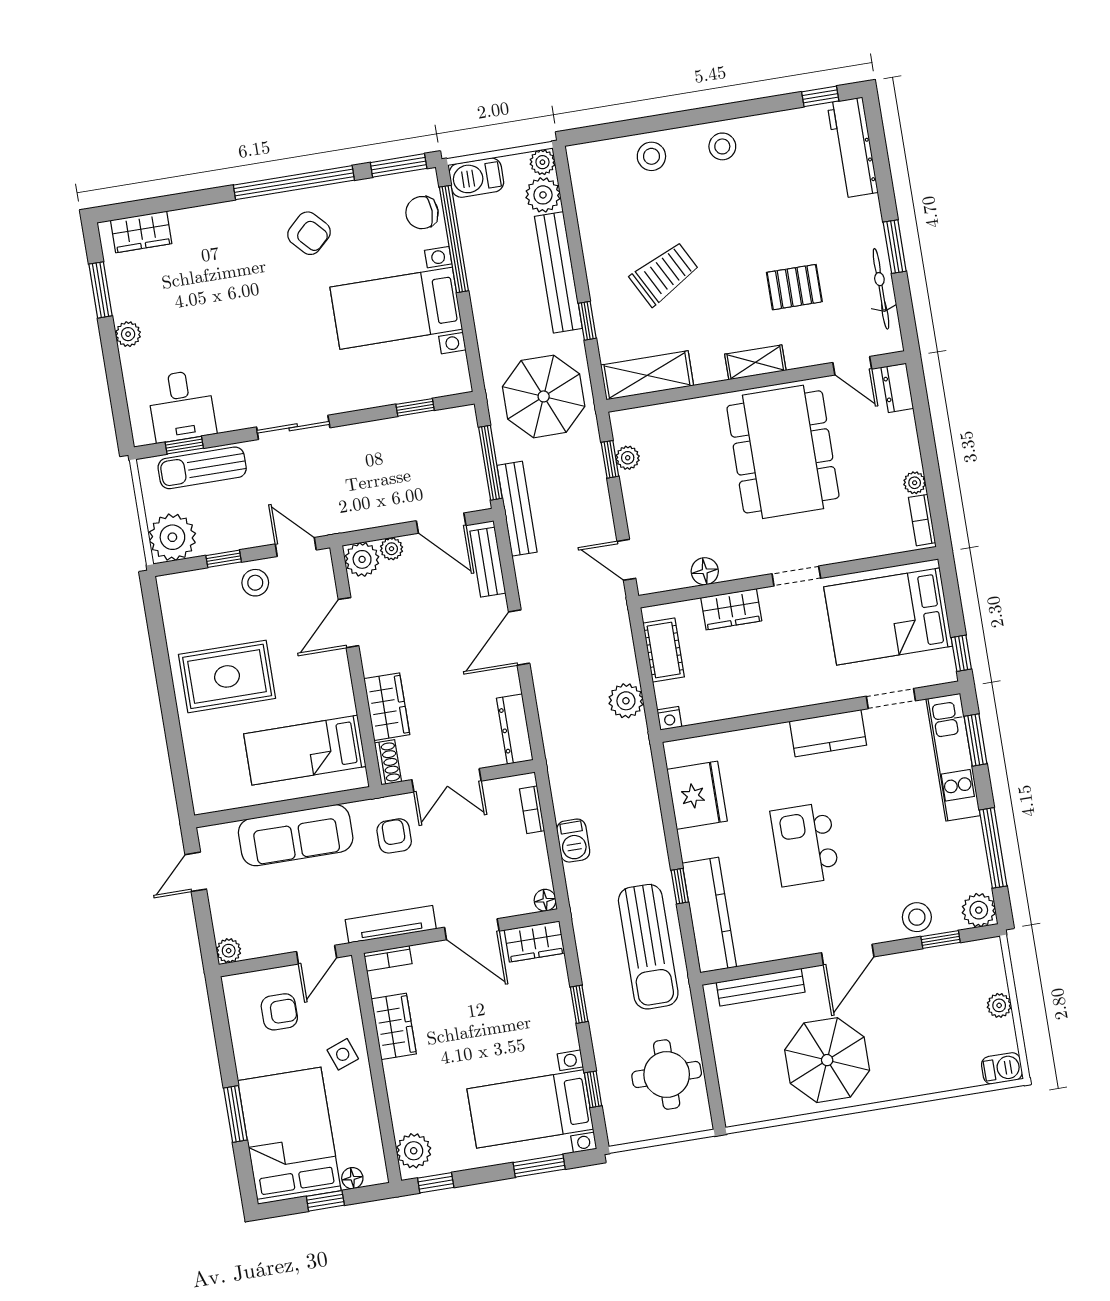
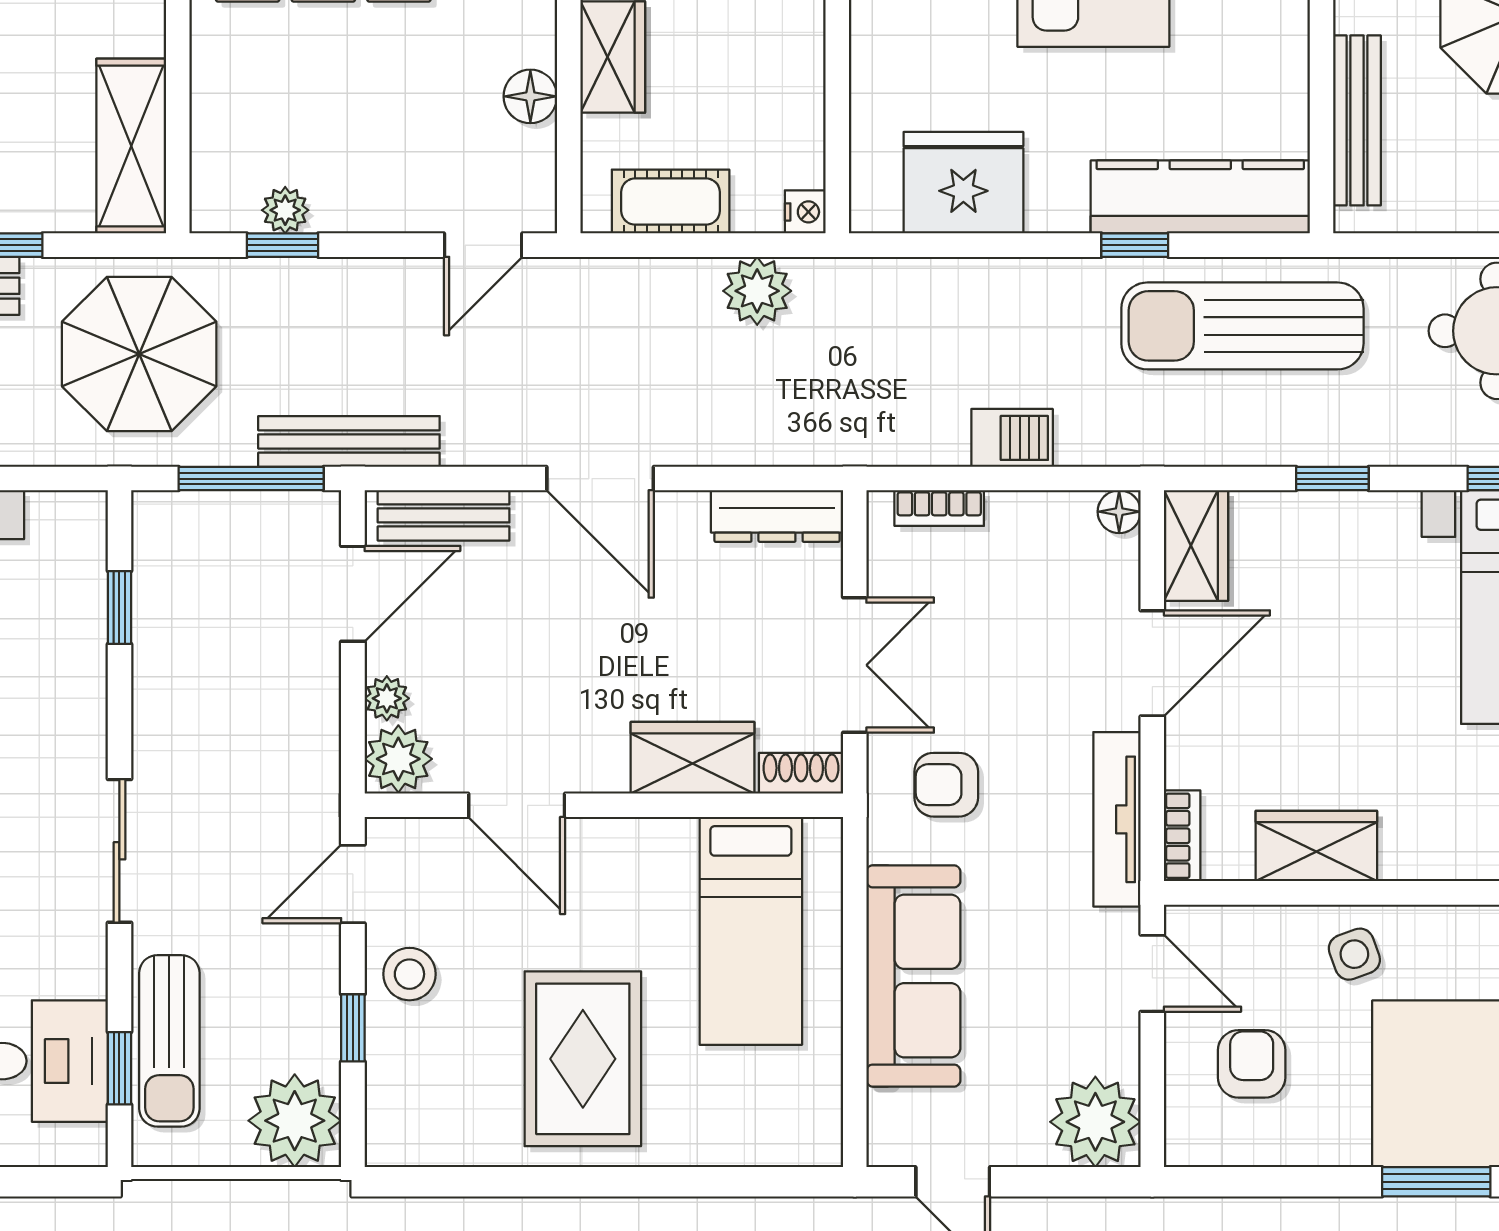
sun lounger: (648, 947) -> (1242, 326), turned 180
plant: (229, 951) -> (1095, 1122), width x1.88, depth x1.88

